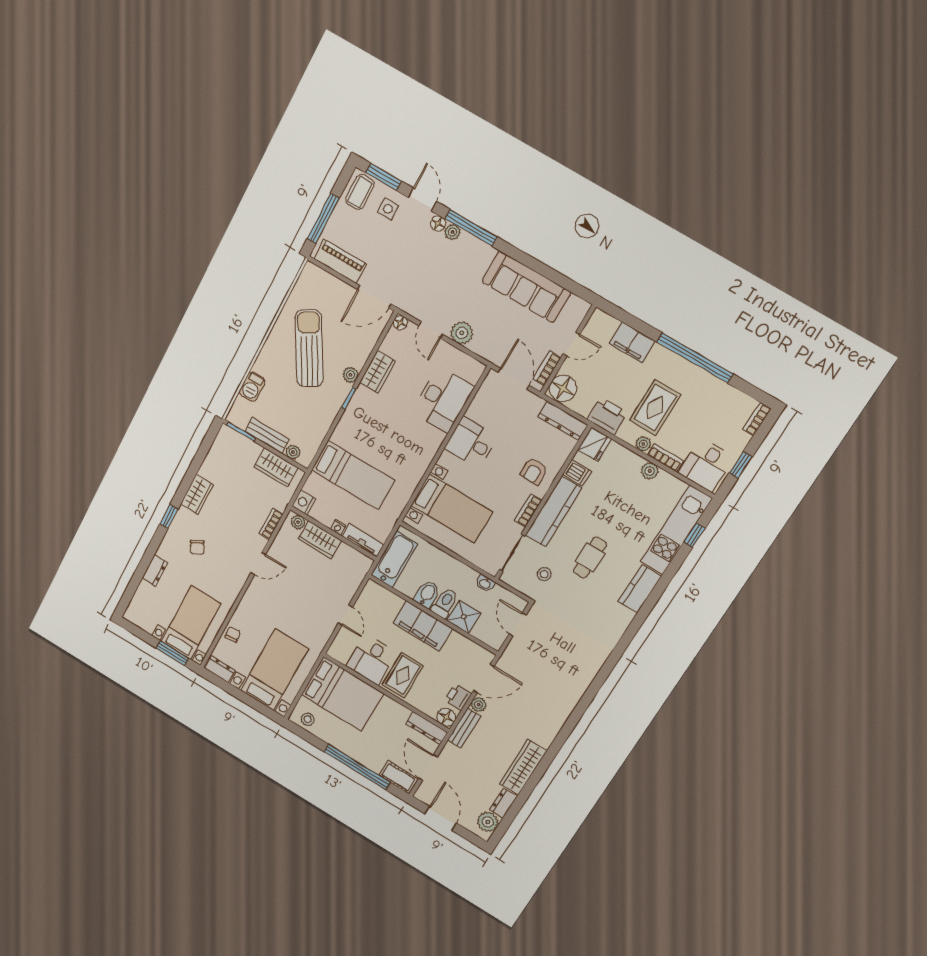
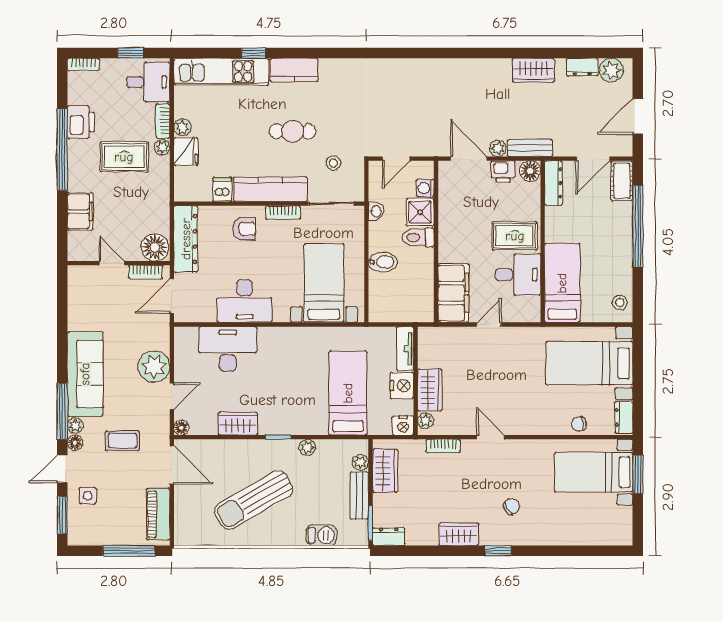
coffee table: (360, 192) -> (122, 441), moved
sofa: (526, 287) -> (85, 374), moved
plant: (462, 333) -> (154, 366), width x1.36, depth x1.36
plant: (351, 375) -> (307, 447), moved
printer: (607, 416) -> (81, 122), moved, turned 180
dresser: (563, 421) -> (186, 239), width x1.37, depth x1.24
desk: (471, 443) -> (245, 301), width x1.37
fridge: (595, 444) -> (186, 151), moved, turned 90
nightstand: (338, 527) -> (402, 386), width x1.89, depth x1.79
window: (695, 535) -> (253, 53), moved
bathtub: (394, 559) -> (405, 309), removed
dresser: (155, 570) -> (389, 537), moved
bidet: (427, 594) -> (383, 262), moved, turned 180
filing cabinet: (423, 626) -> (453, 293), moved
washing machine: (481, 632) -> (425, 188), added
bed: (342, 694) -> (562, 283), width x0.67
wardrobe: (523, 767) -> (533, 70), width x0.67

